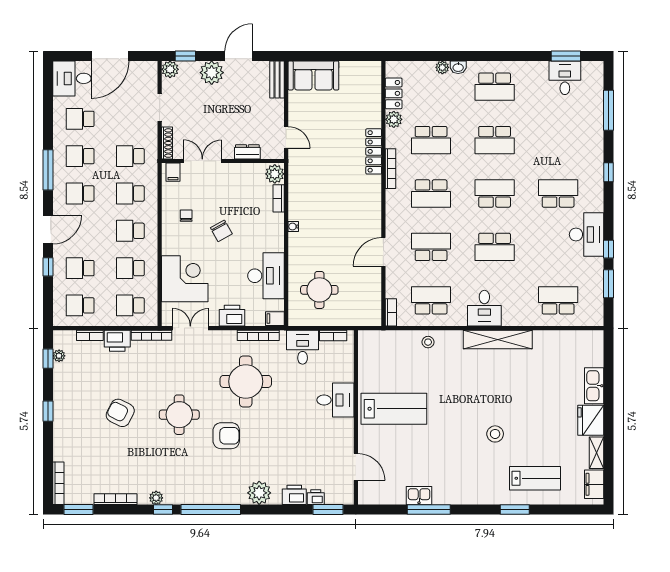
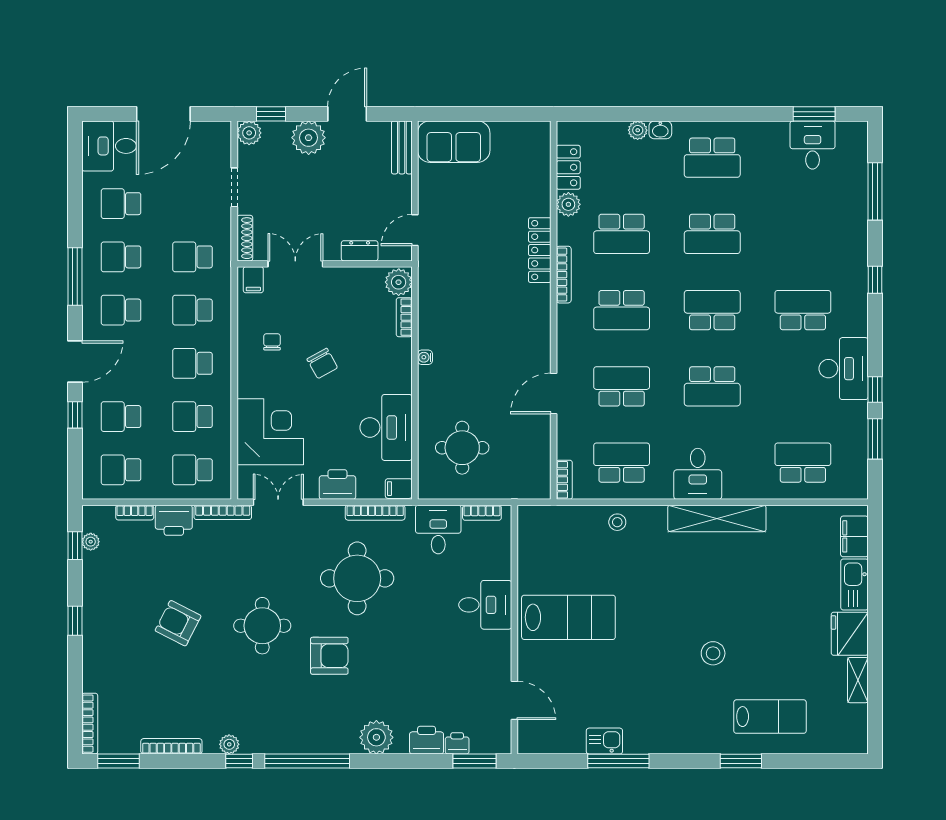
door: (286, 137) -> (415, 230), swing flipped
filing cabinet: (594, 484) -> (854, 536), moved

